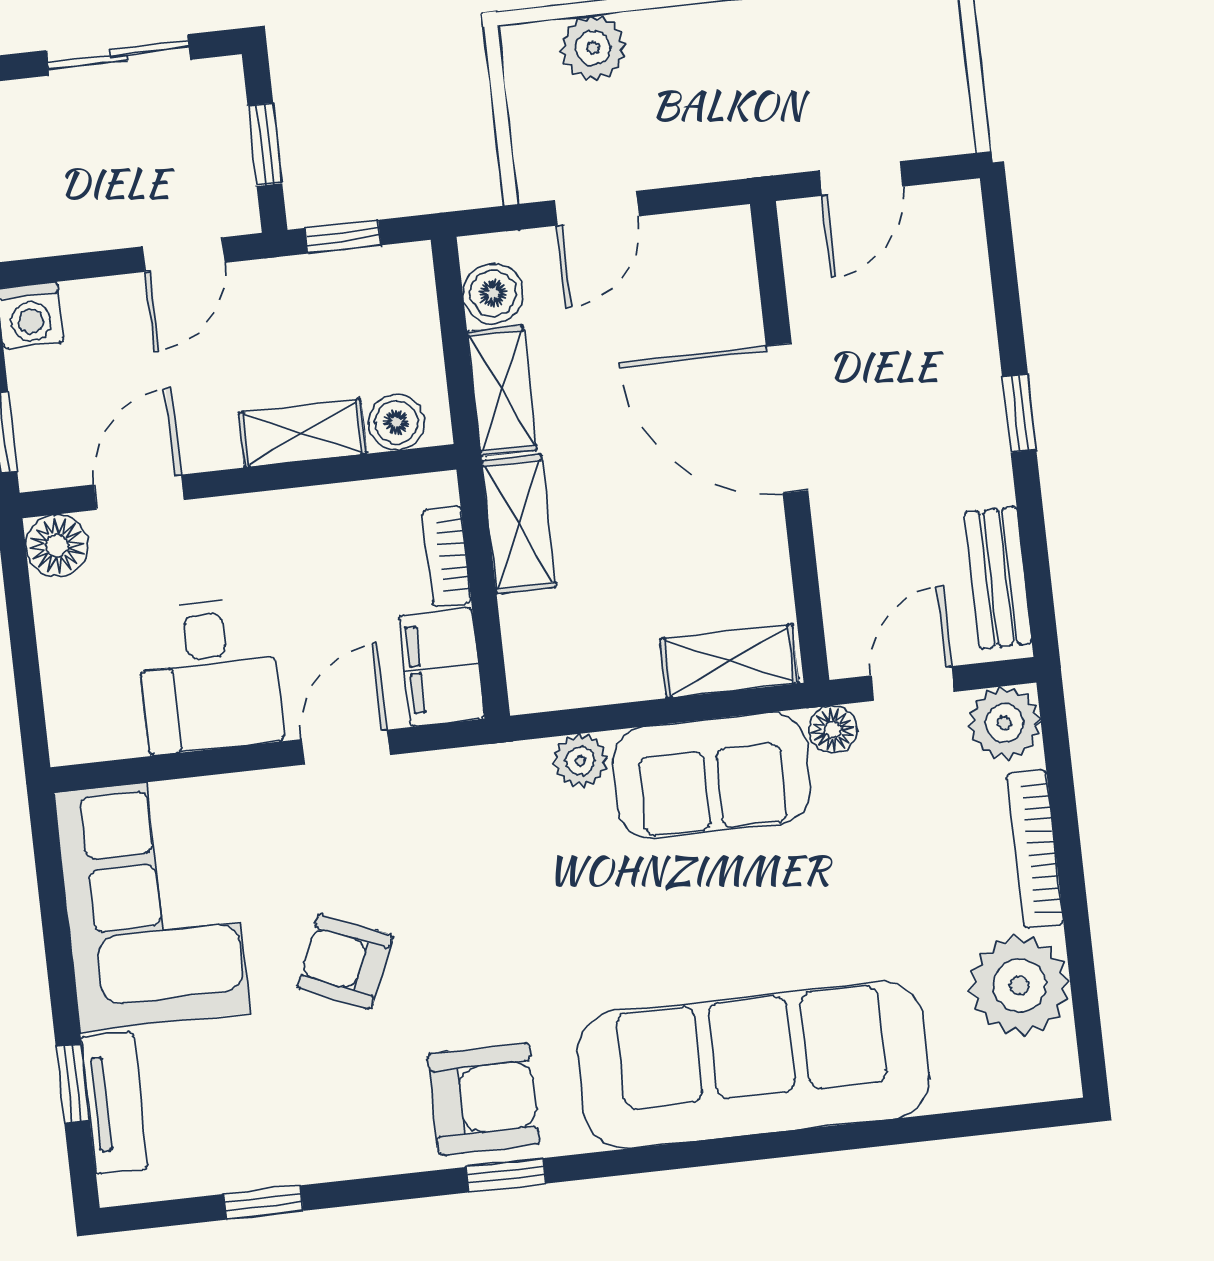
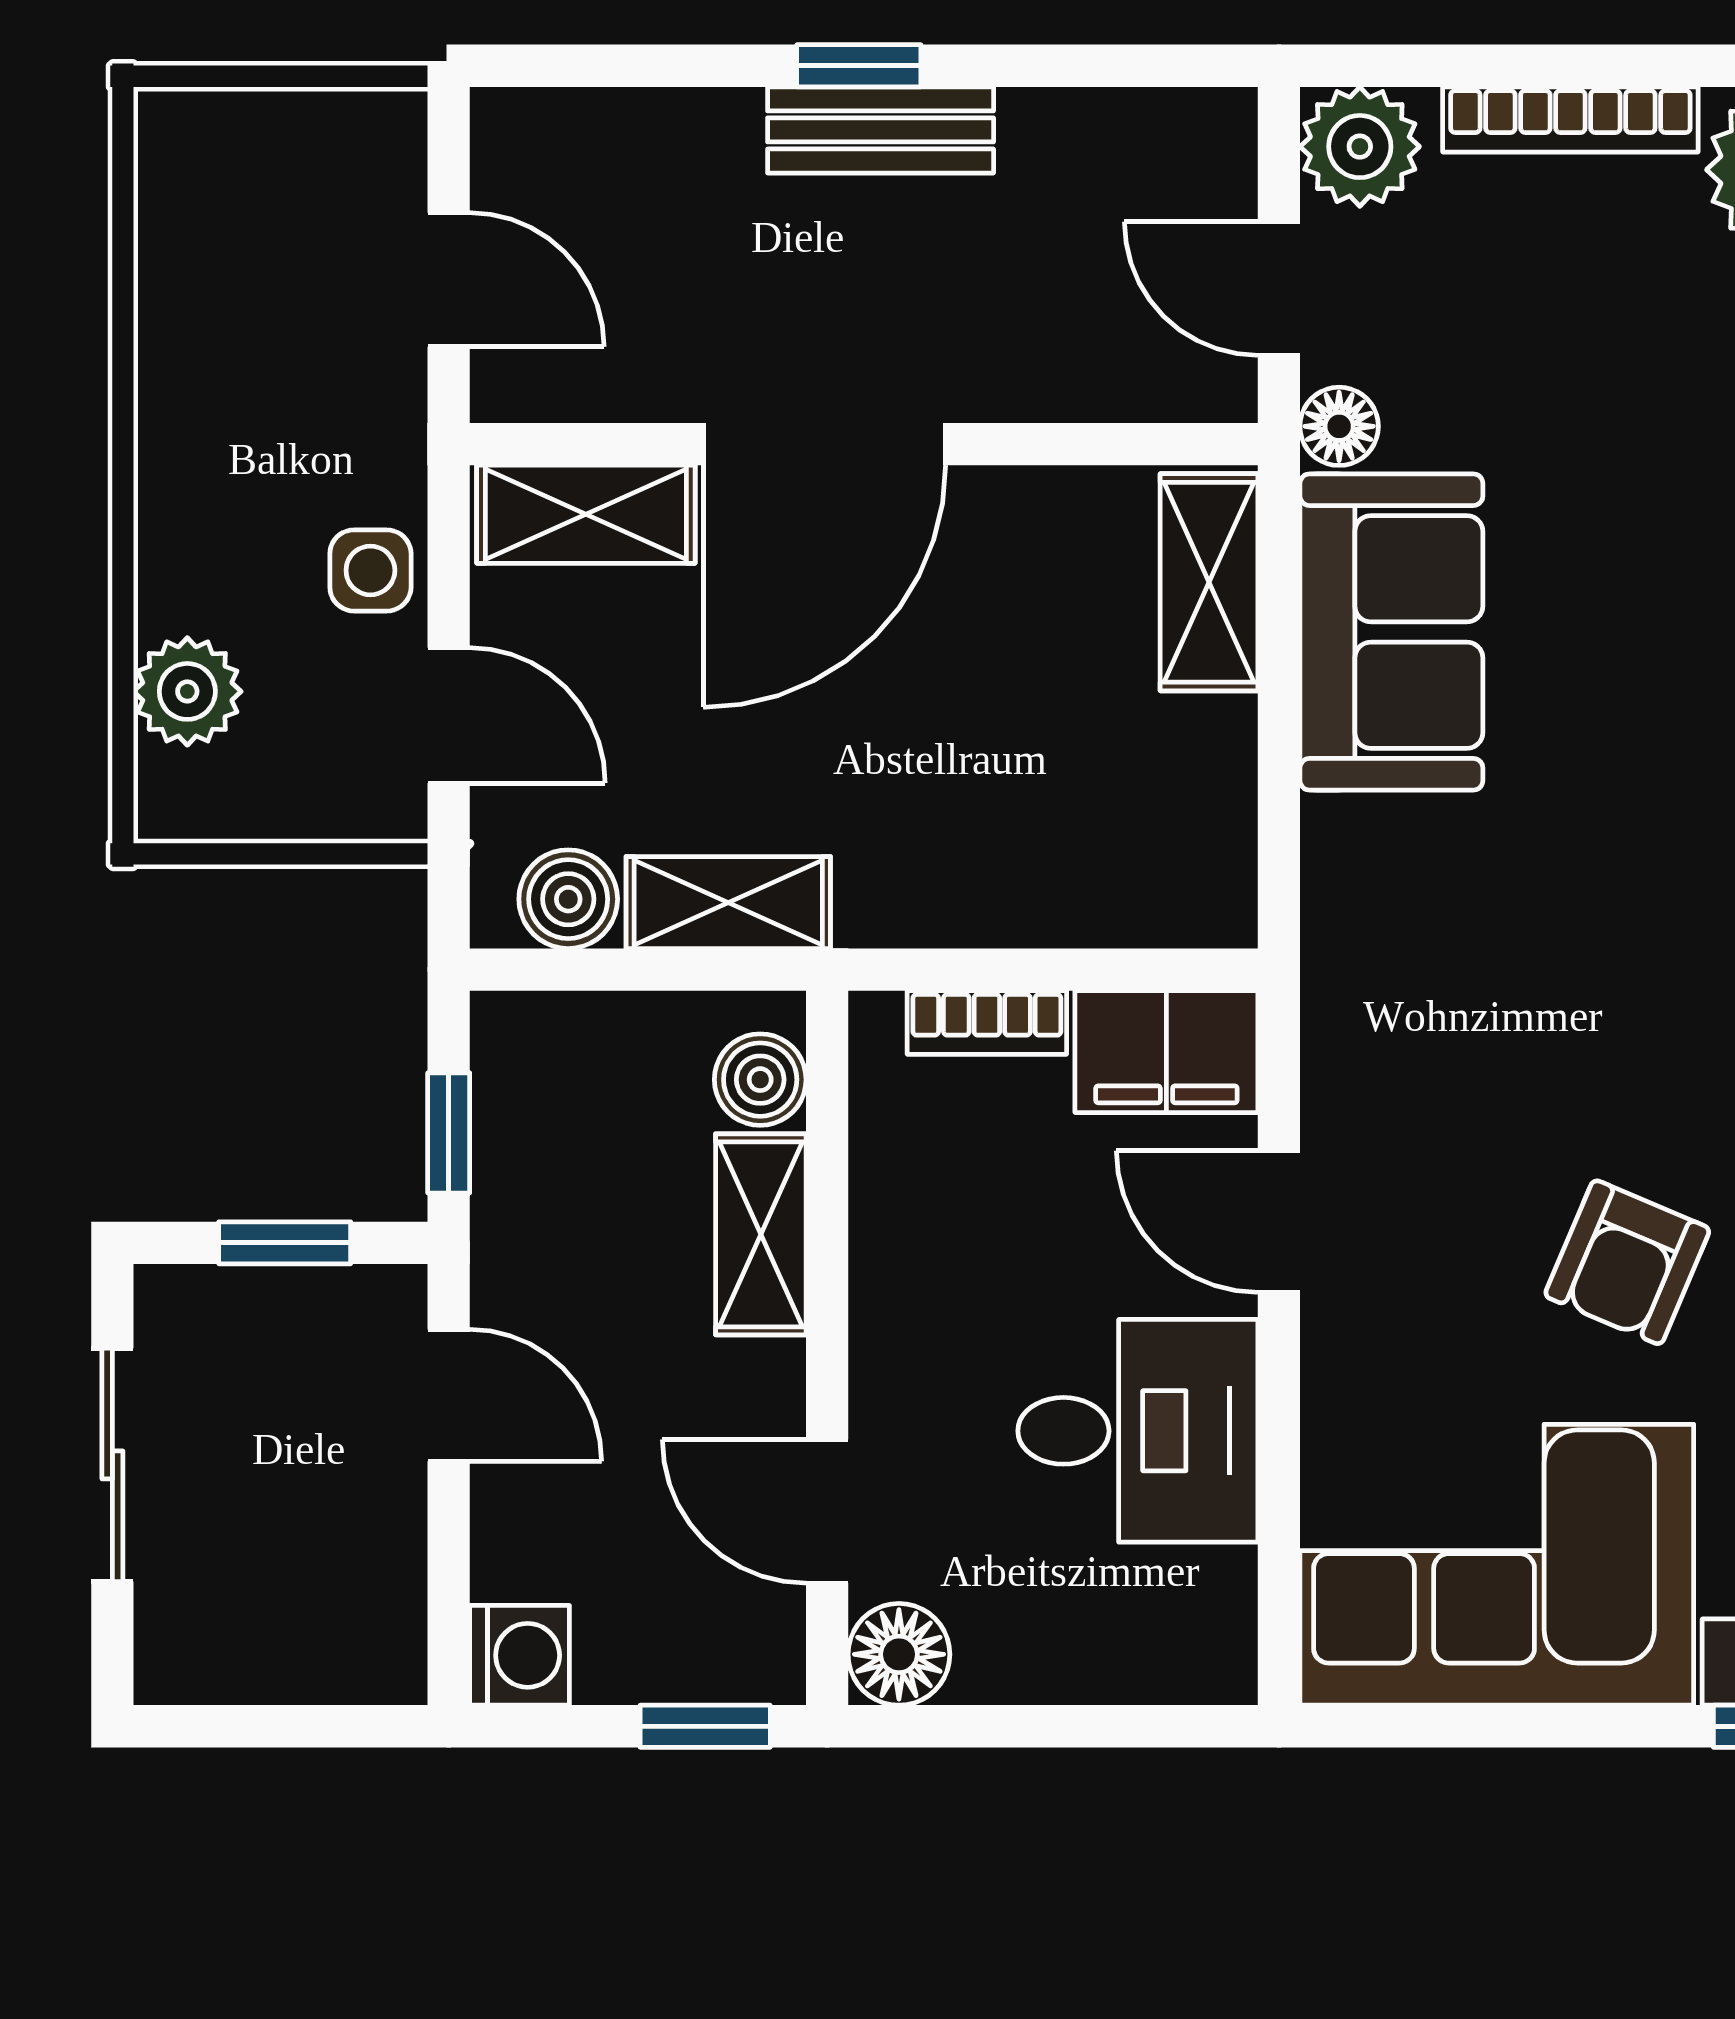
side table: (679, 151) -> (370, 570), added
shelving: (519, 524) -> (586, 514), moved
bench: (998, 578) -> (881, 130), moved
plant: (580, 761) -> (1344, 842), removed

